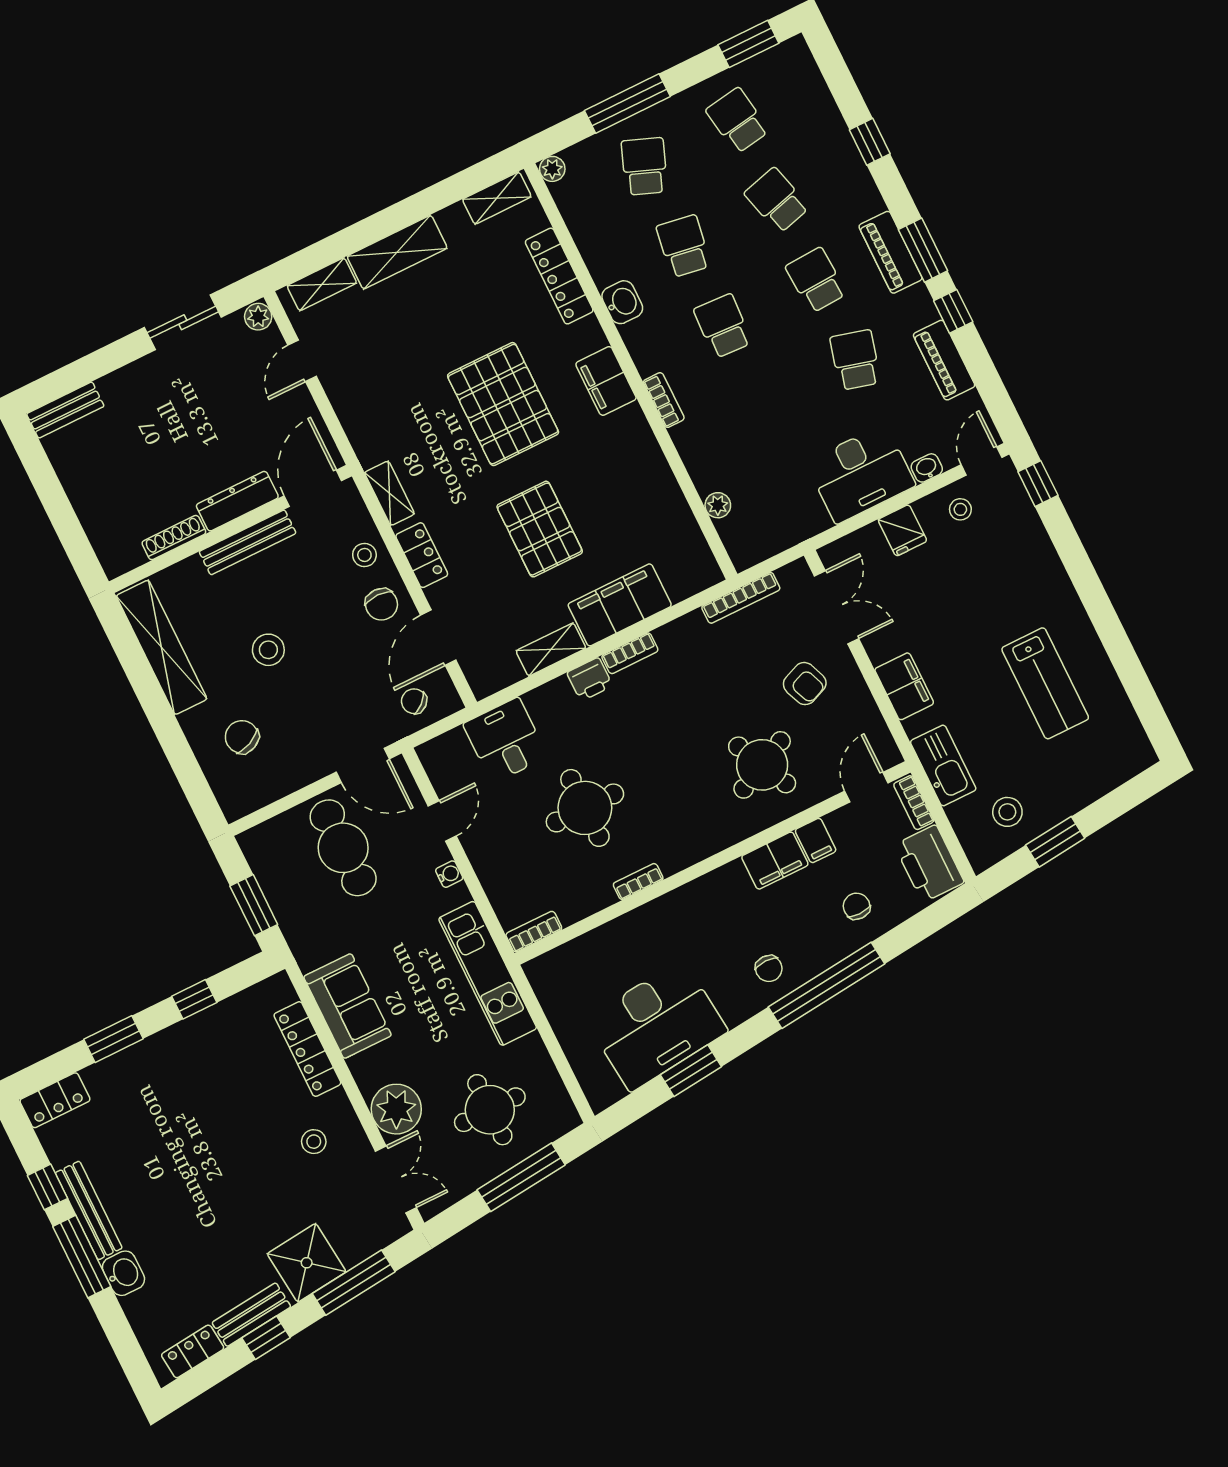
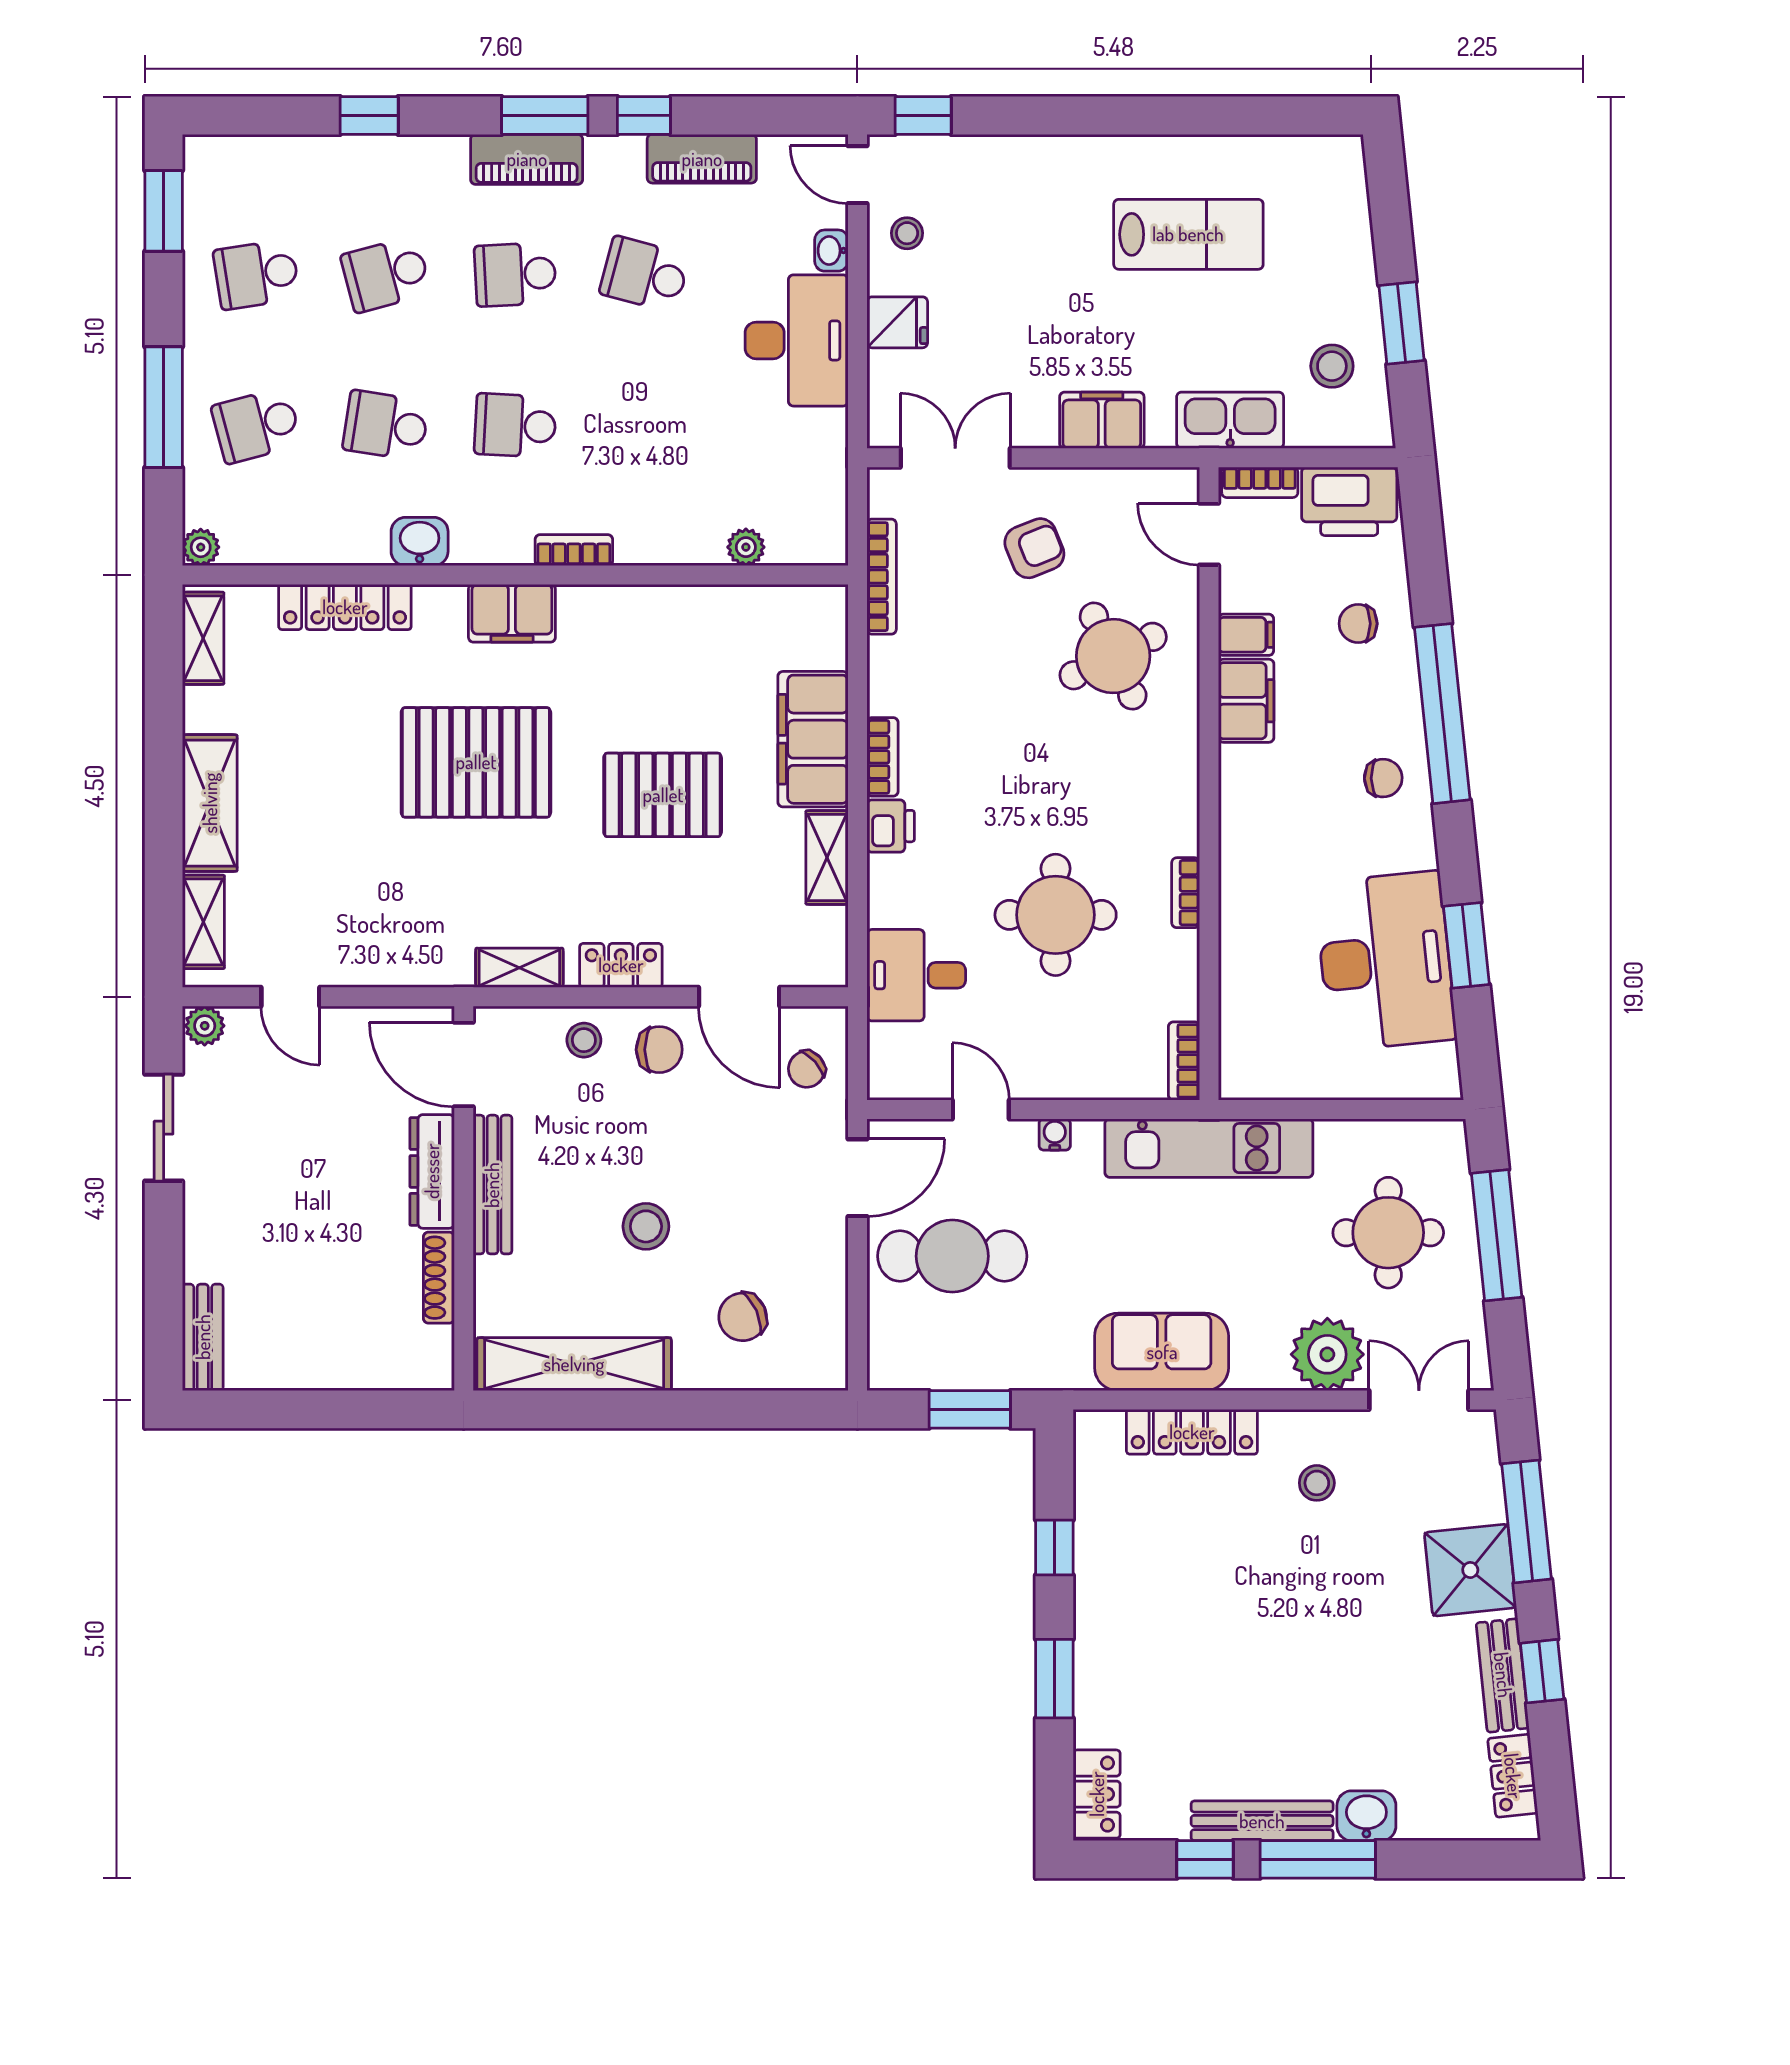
school desk: (644, 166) -> (256, 425), turned -36

